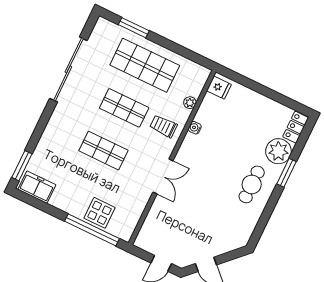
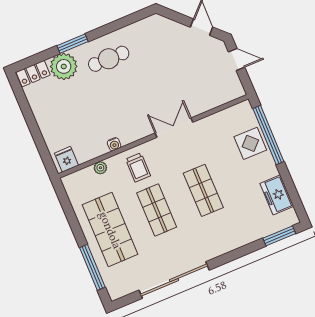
window: (134, 28) -> (92, 267), width x1.44
freezer: (37, 187) -> (277, 195), moved

